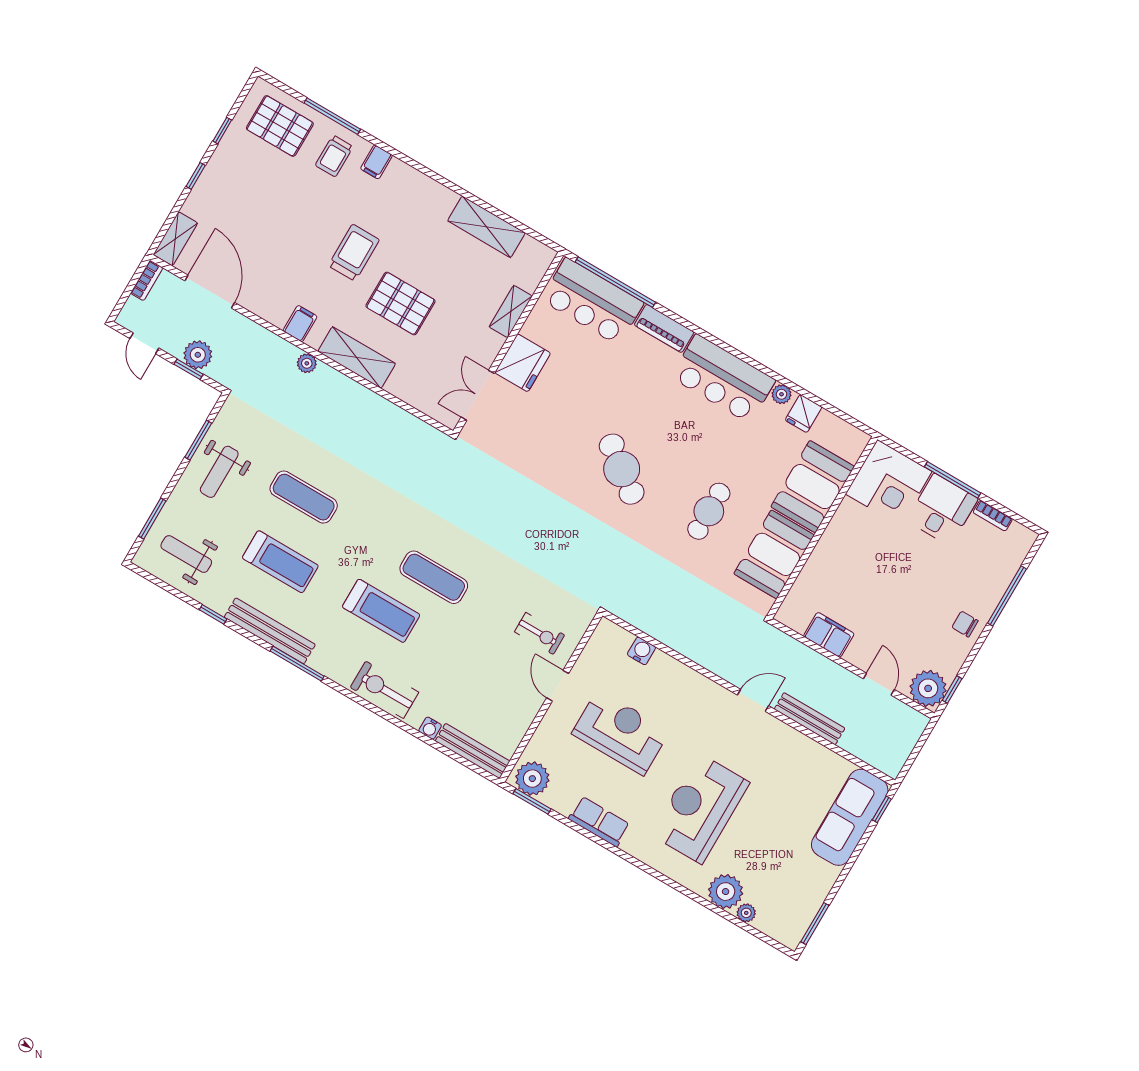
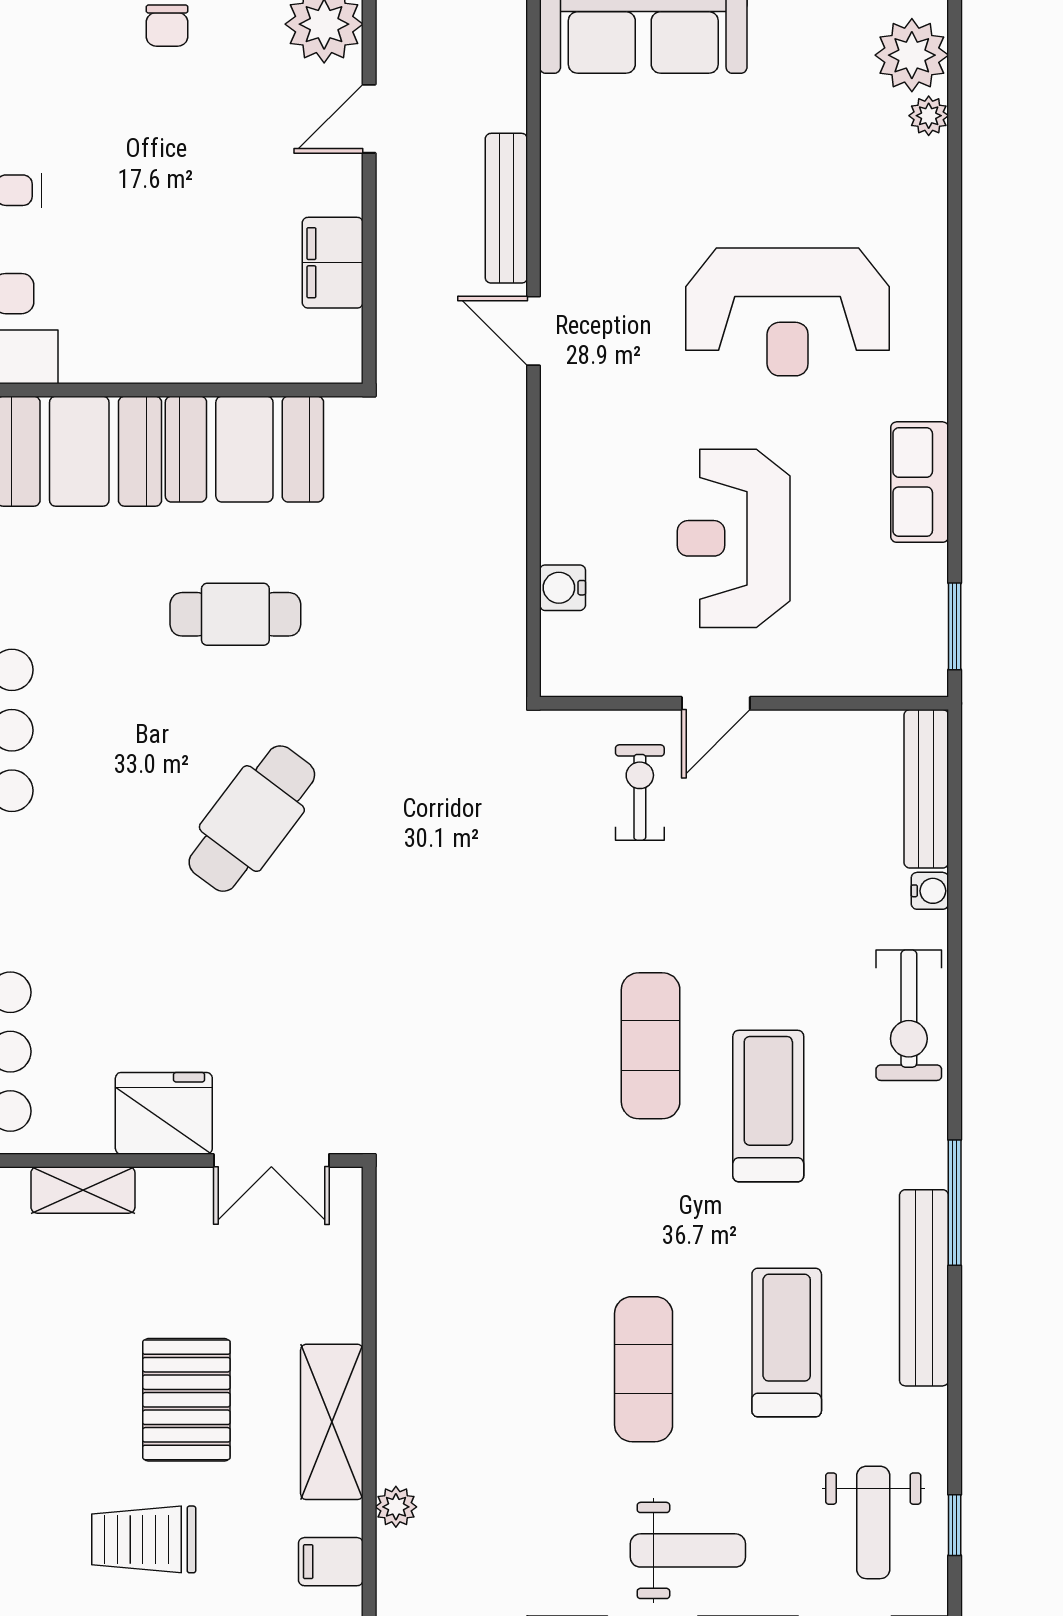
window: (213, 614) -> (955, 1525), moved
plant: (532, 779) -> (913, 650), removed
plant: (726, 892) -> (912, 55), moved

